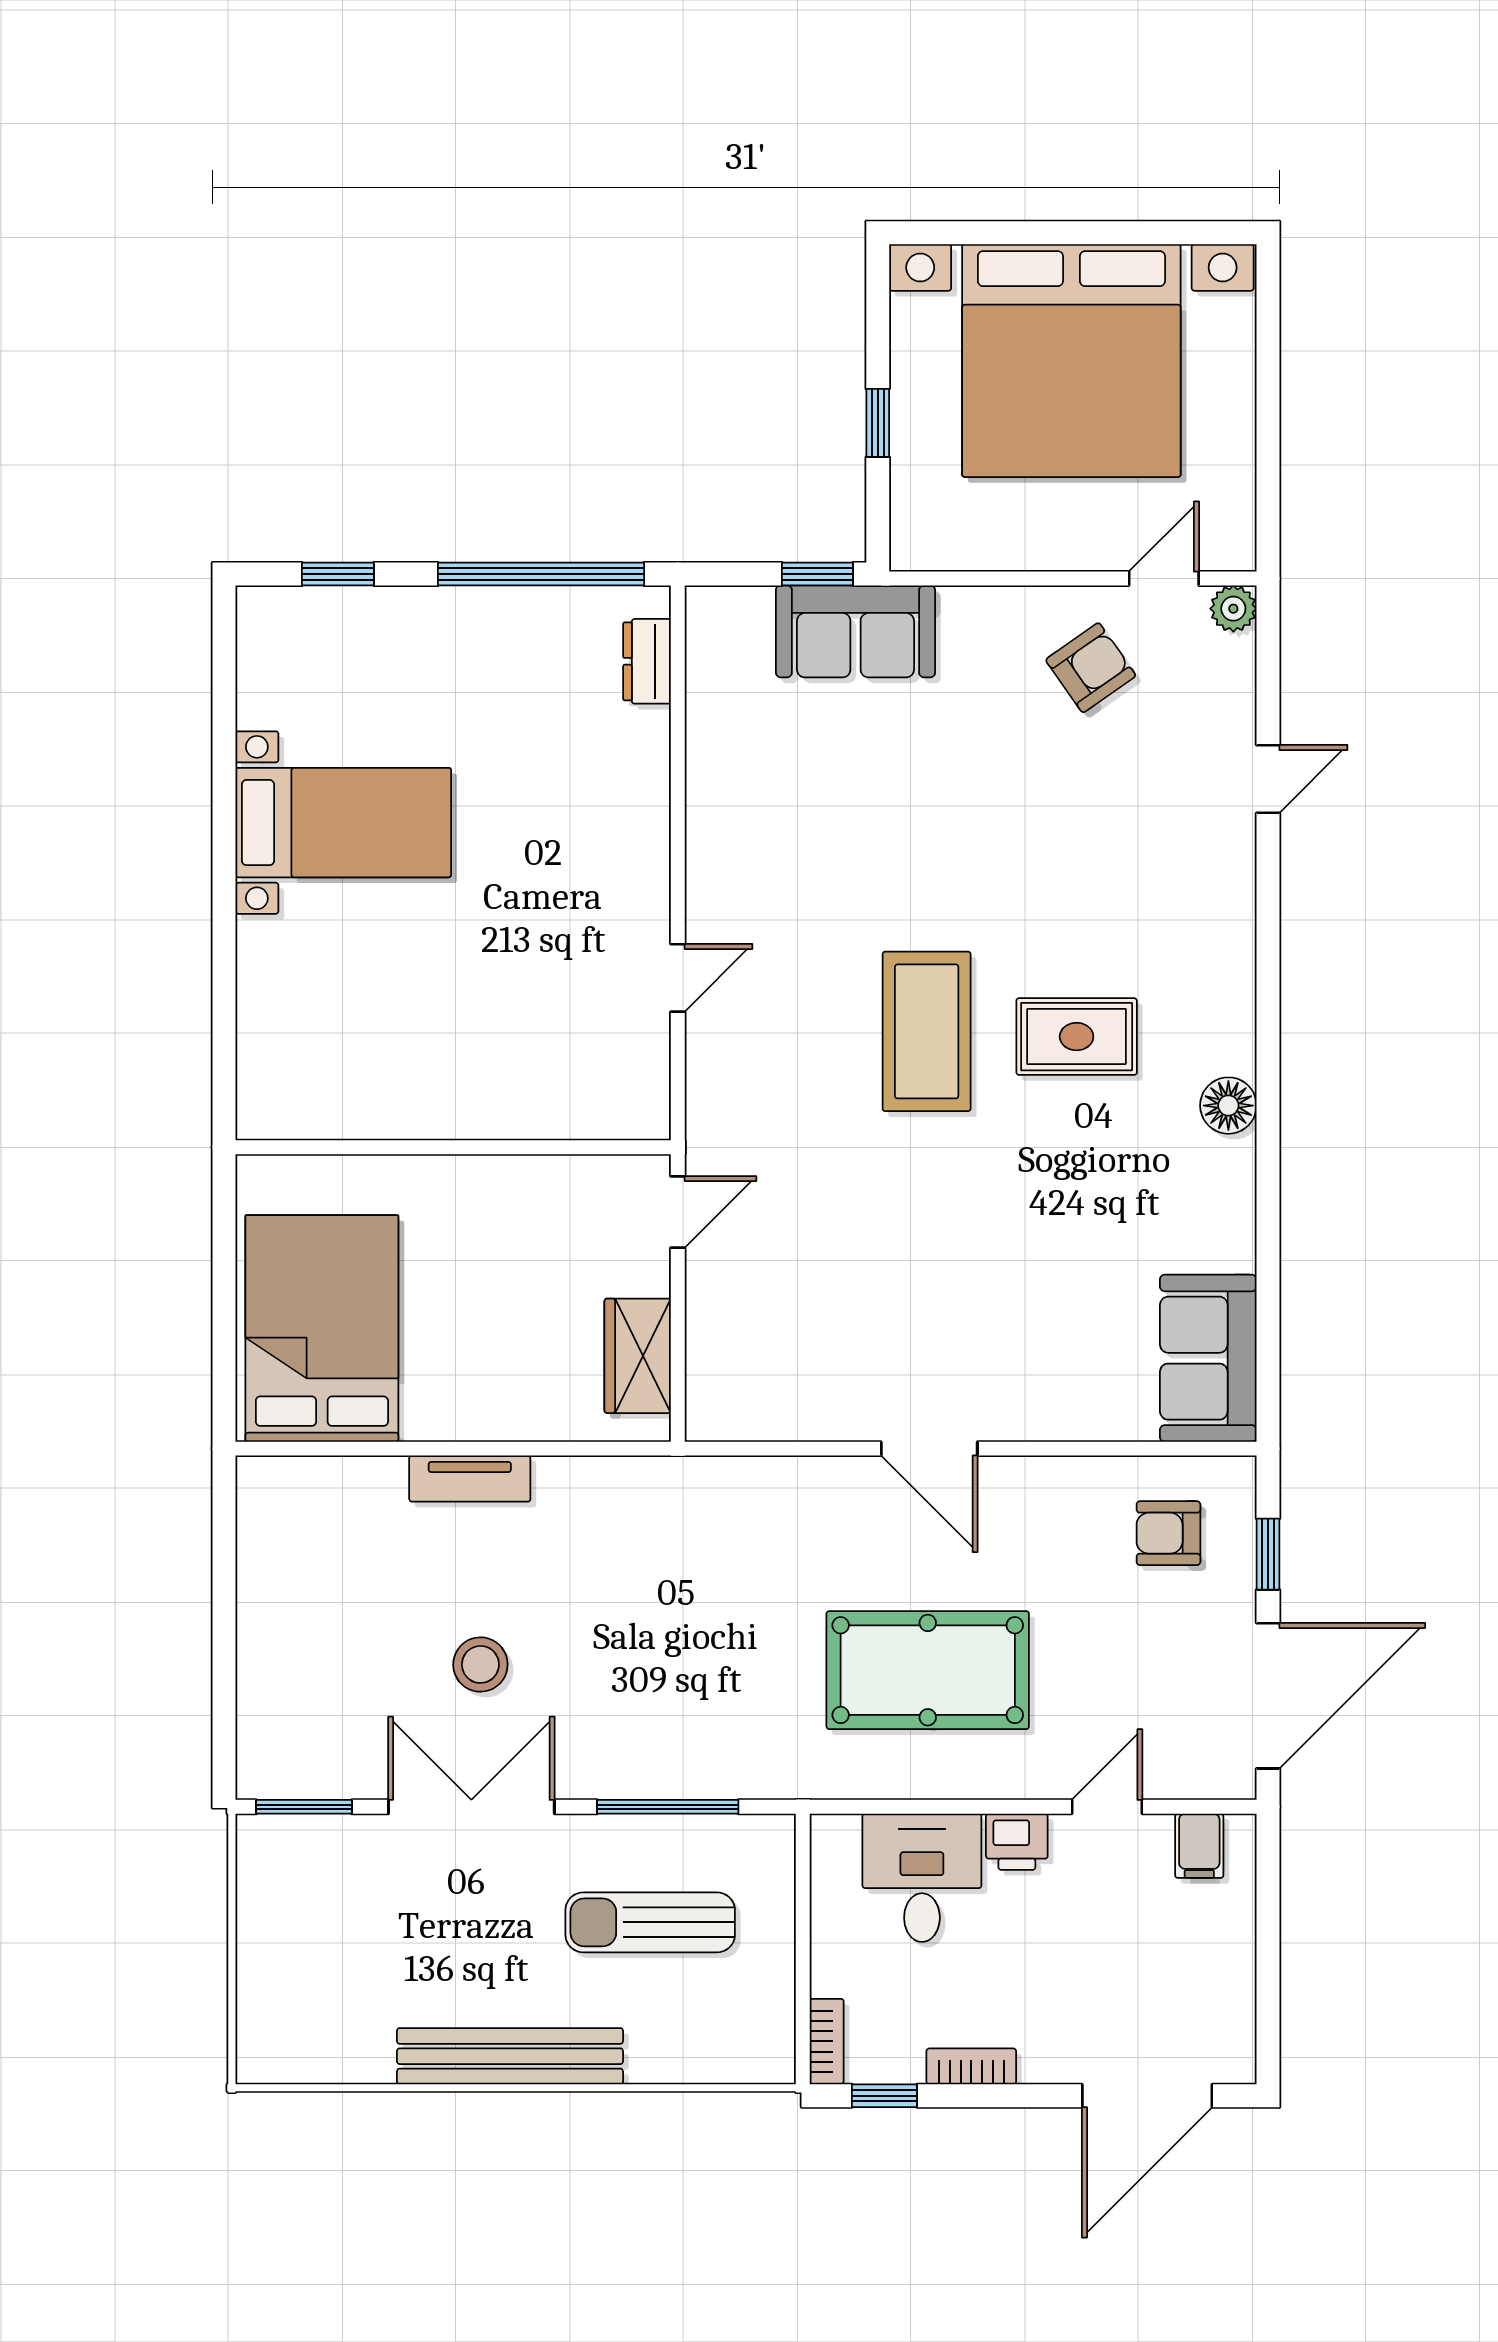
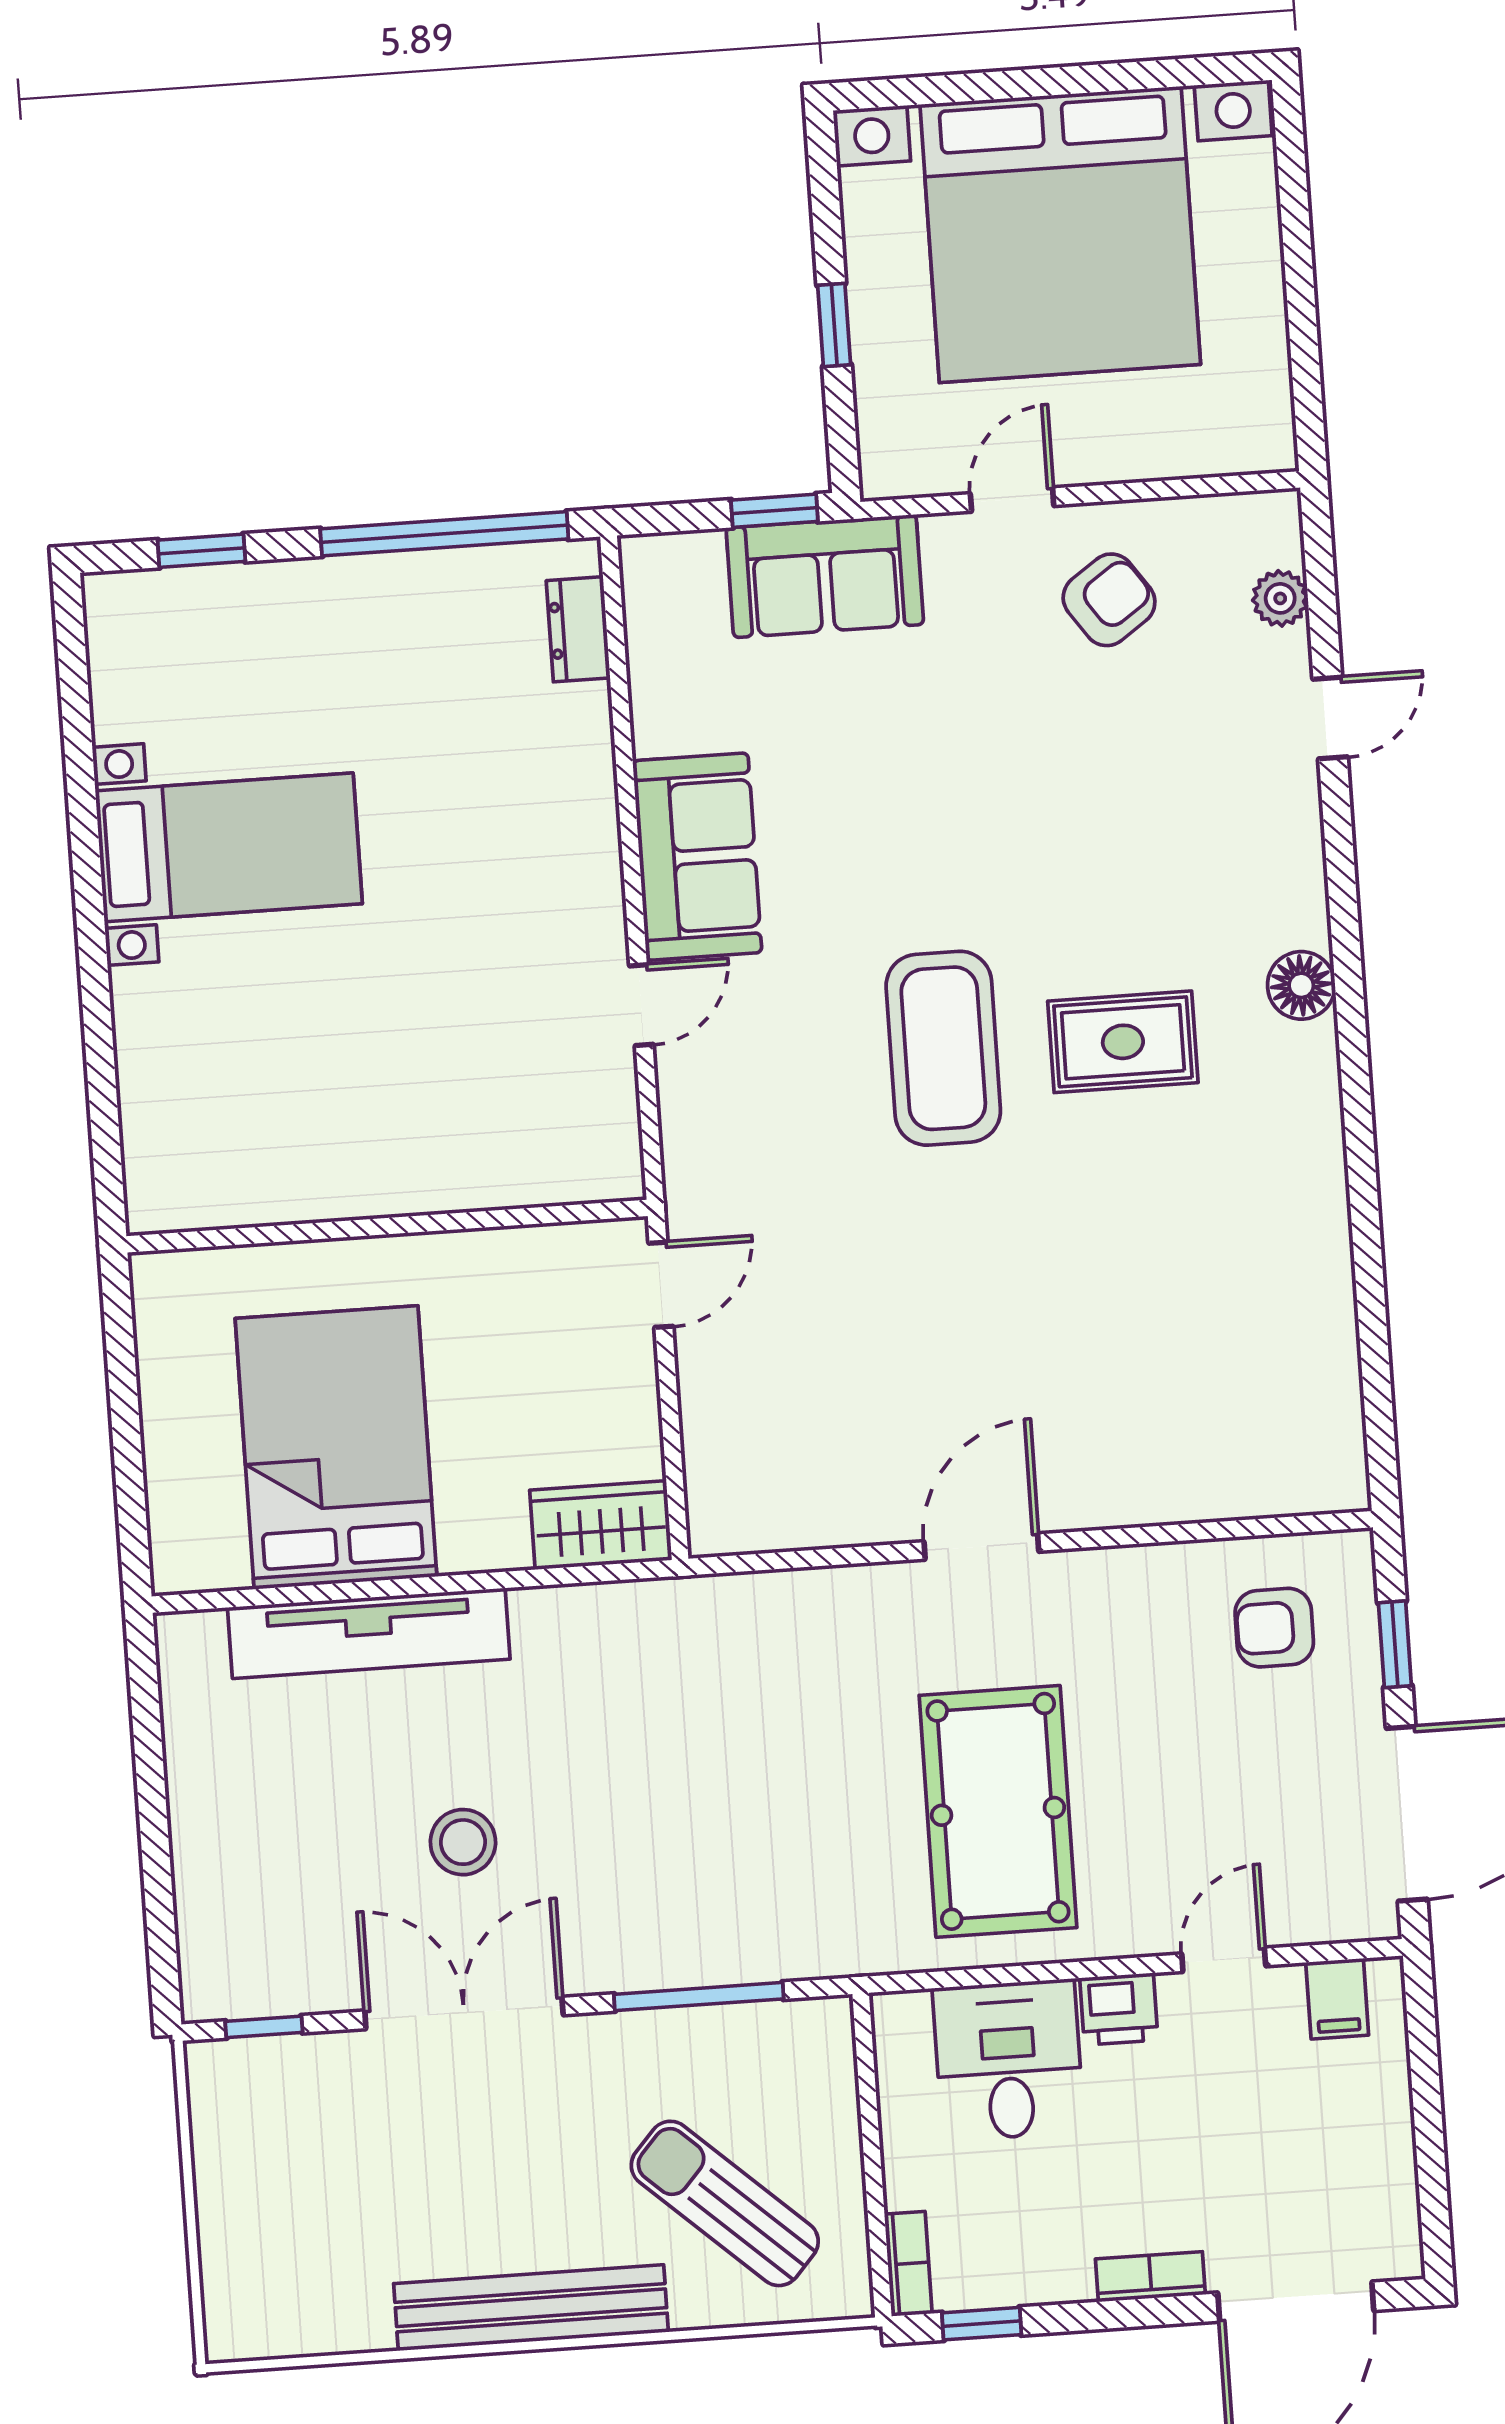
door: (1164, 579) -> (1012, 500), moved
plant: (1233, 609) -> (1280, 598), moved
floor lamp: (1228, 1106) -> (1301, 985), moved
bed: (322, 1328) -> (336, 1447), moved
wardrobe: (638, 1356) -> (601, 1525), moved, turned 90
sofa: (1208, 1358) -> (697, 857), moved, turned 180
door: (929, 1449) -> (981, 1547), swing flipped
tv unit: (470, 1479) -> (369, 1633), width x1.92, depth x1.29
pool table: (928, 1670) -> (998, 1811), turned 90
window: (304, 1807) -> (264, 2027), width x0.67
sun lounger: (650, 1922) -> (725, 2203), moved, turned 42
bookcase: (971, 2066) -> (1150, 2277), moved

